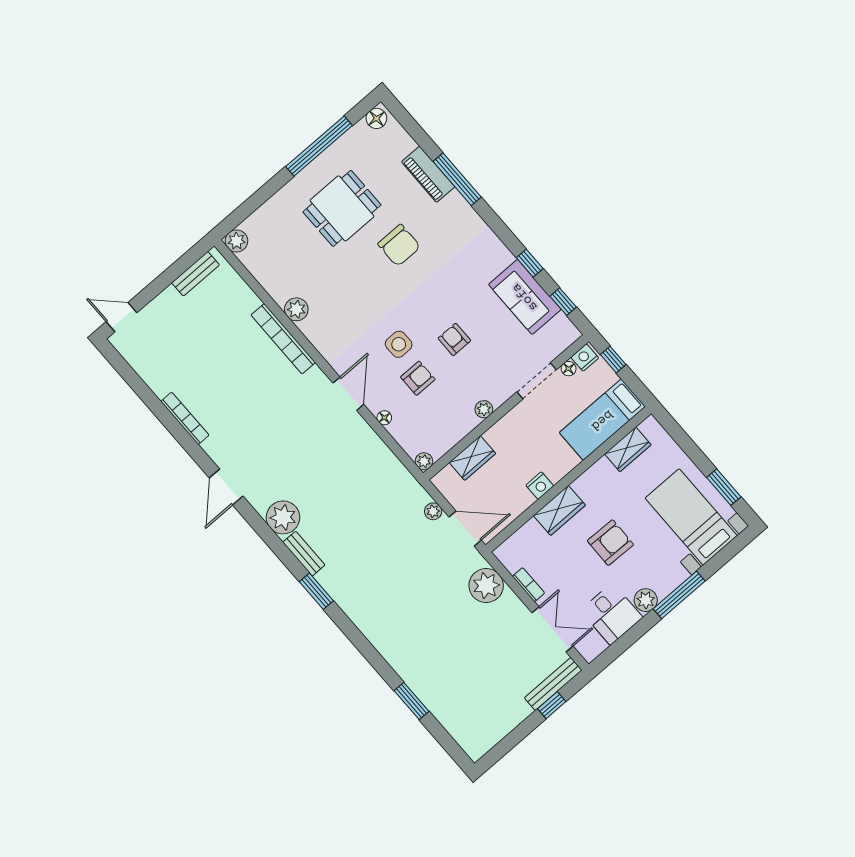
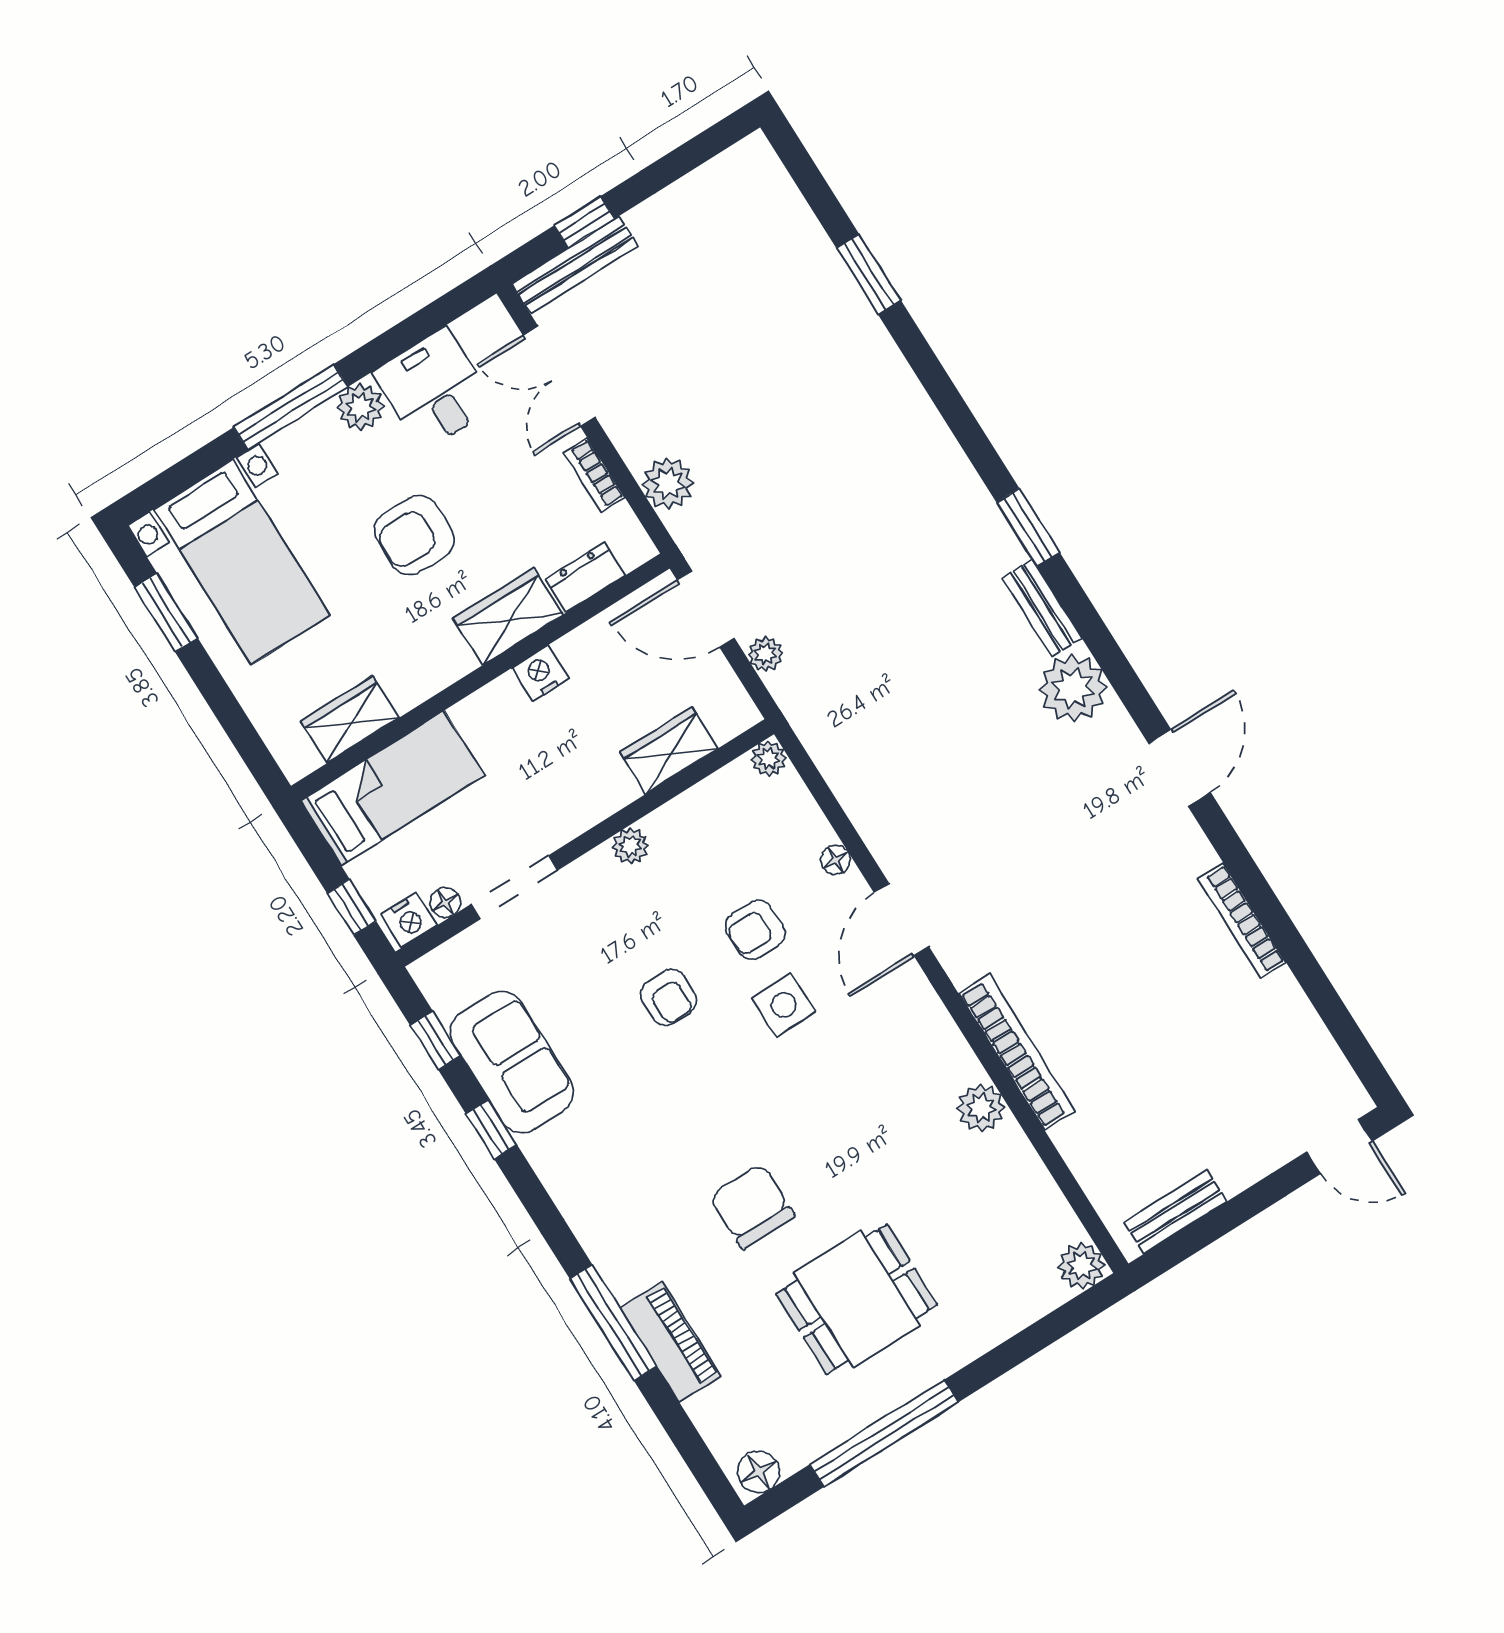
dresser: (525, 535) -> (585, 577), added
plant: (486, 586) -> (668, 483), width x0.73, depth x0.73

